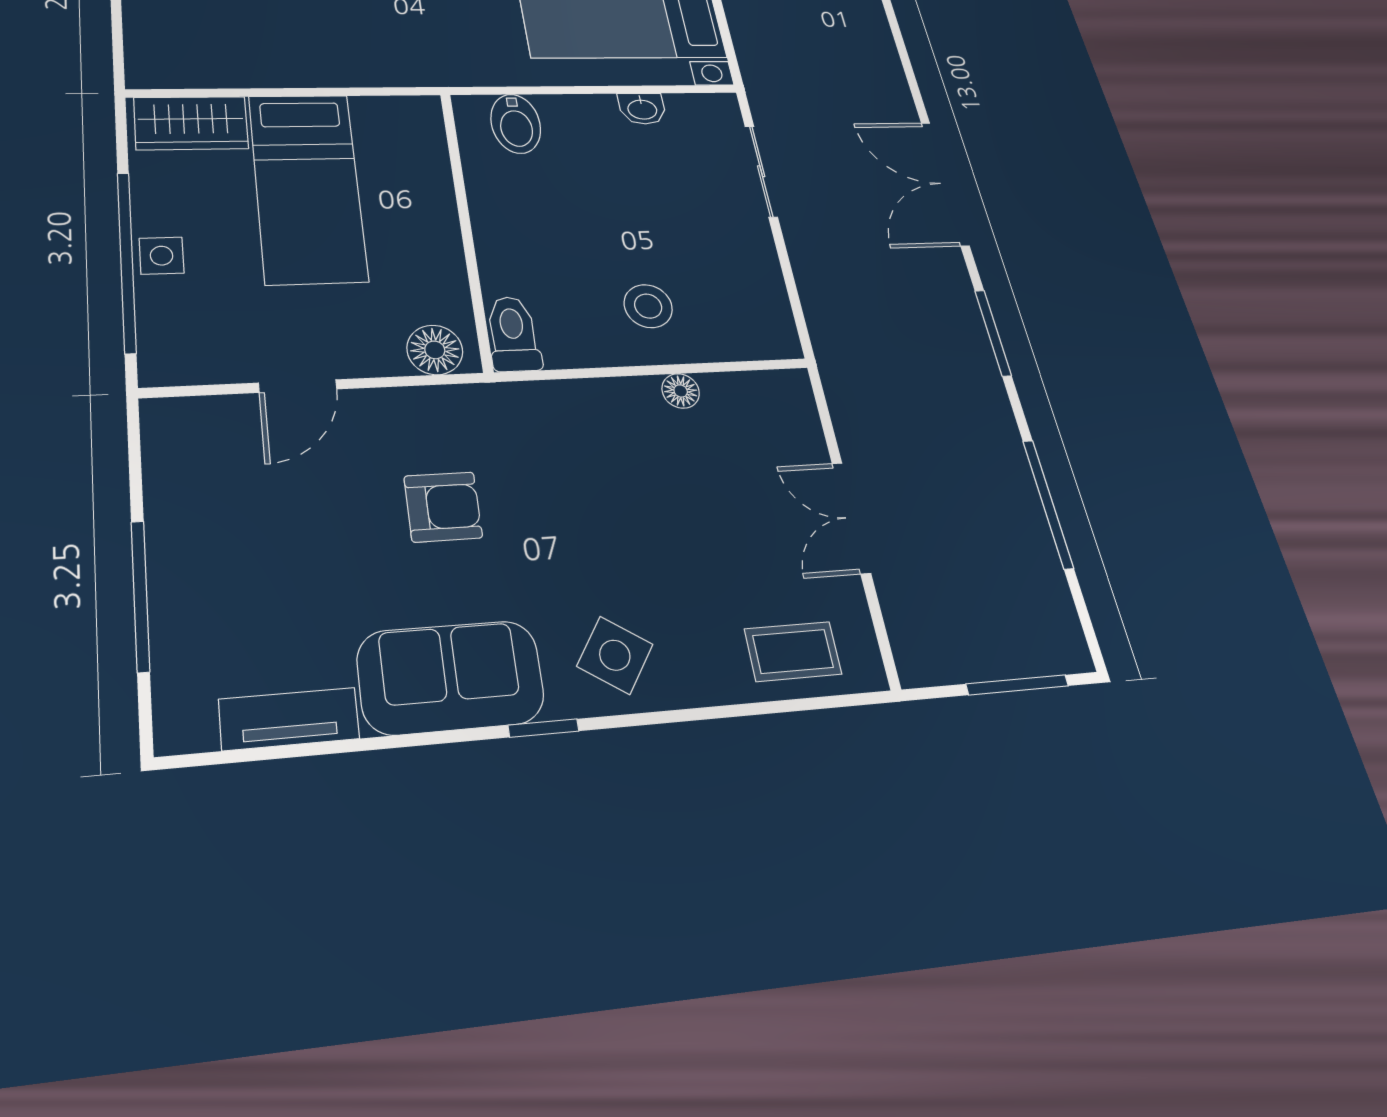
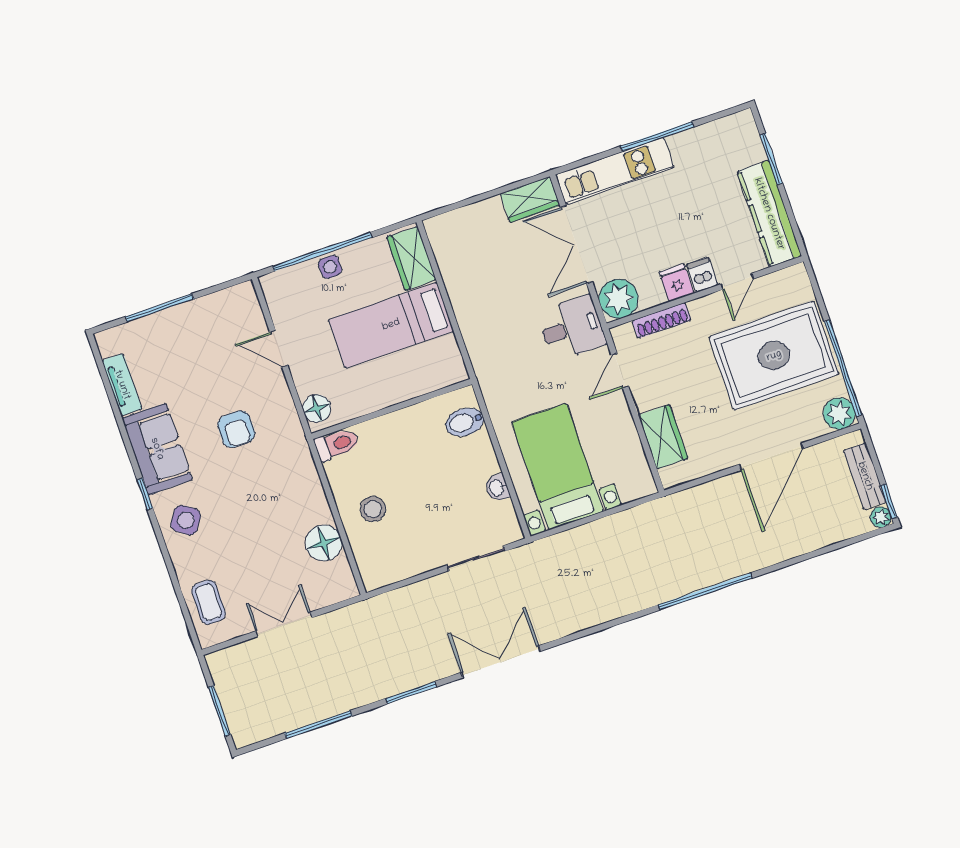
floor lamp: (681, 391) -> (324, 543), width x1.89, depth x1.89

